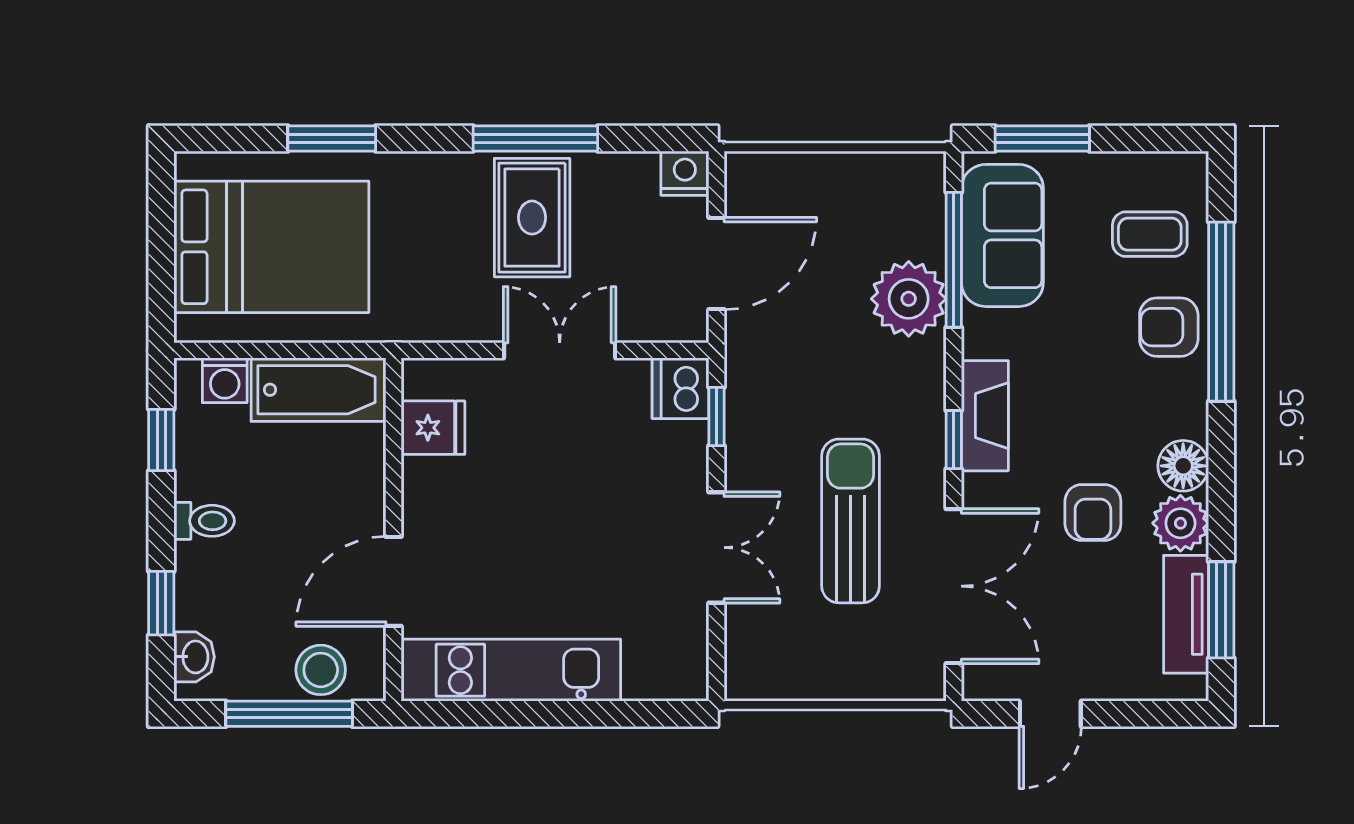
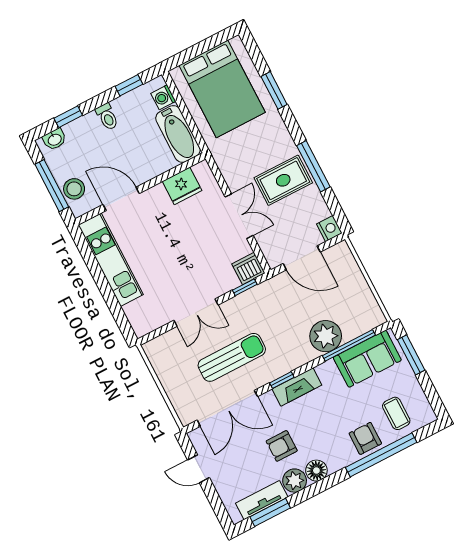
fridge: (433, 428) -> (182, 186), width x1.38

